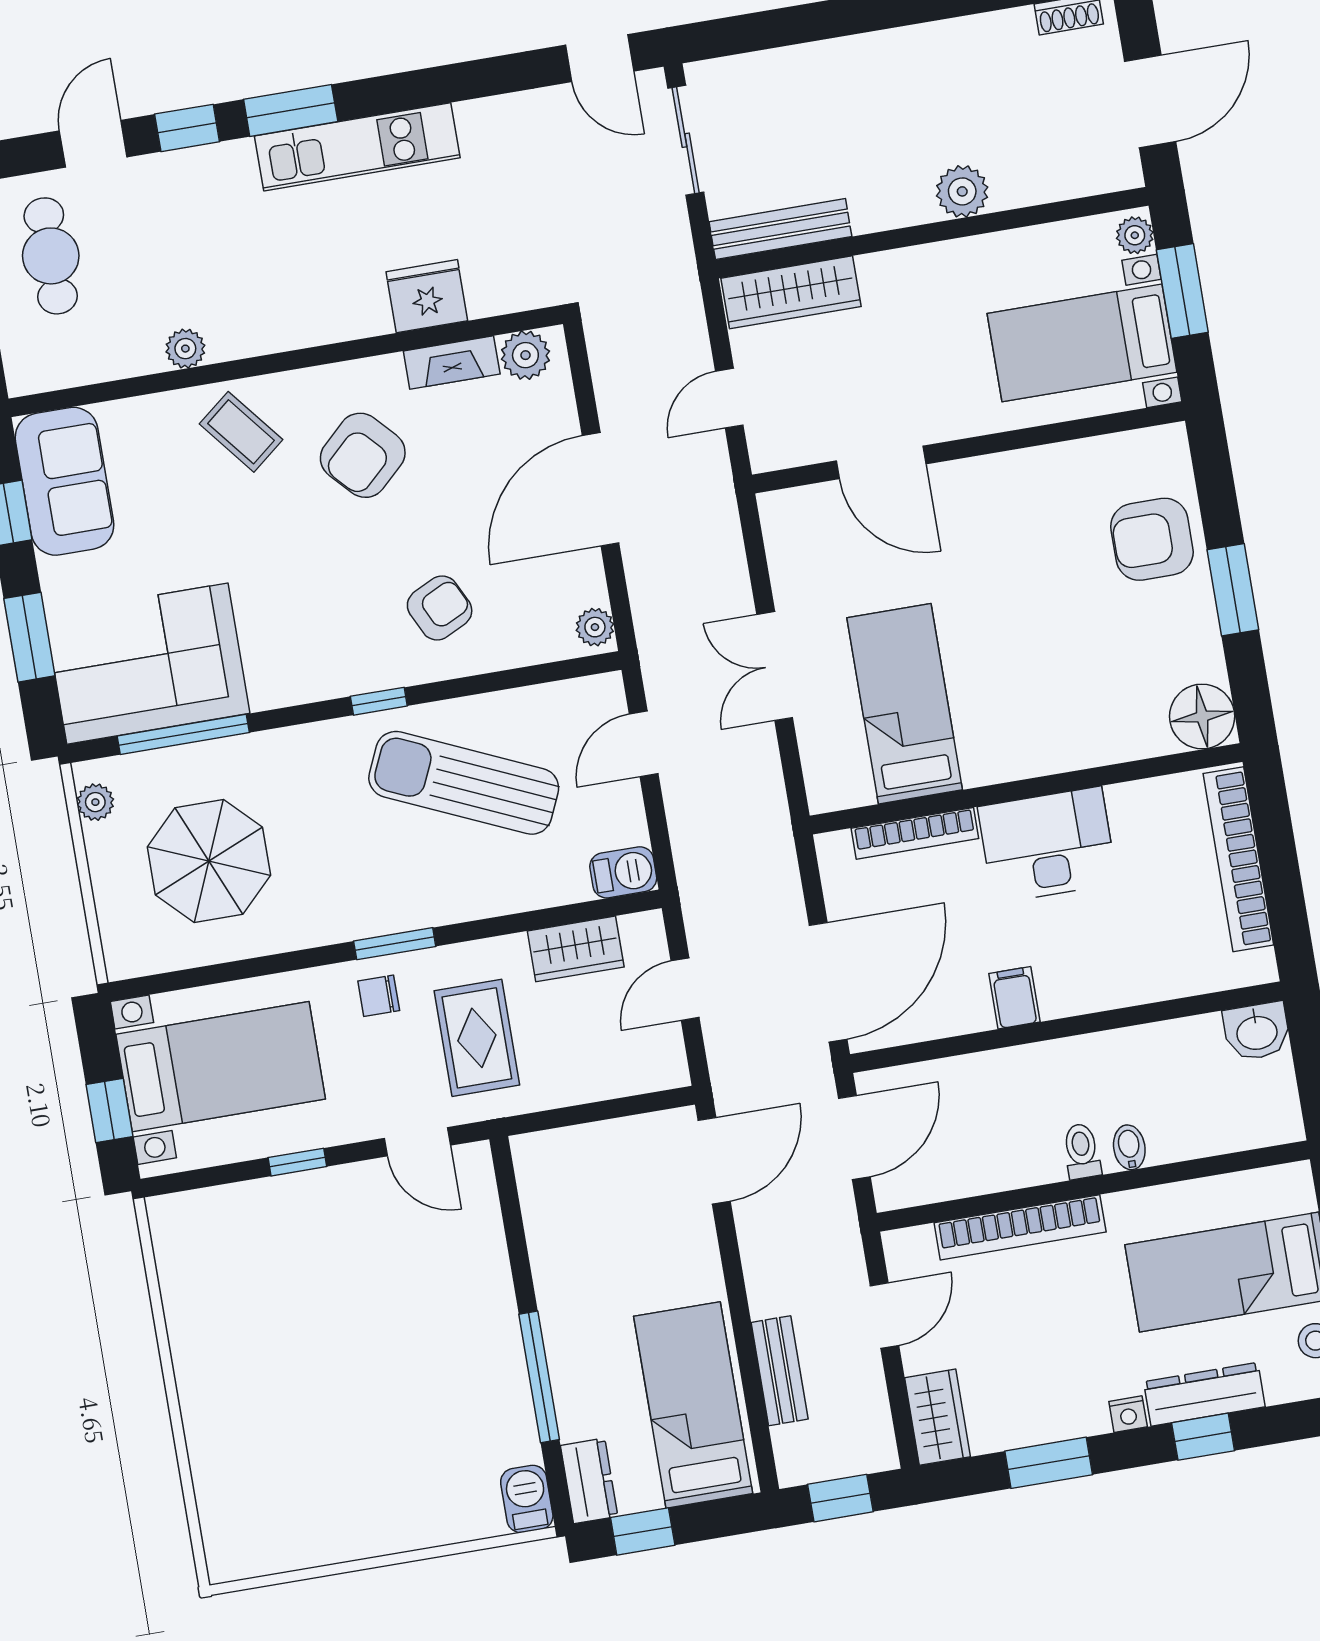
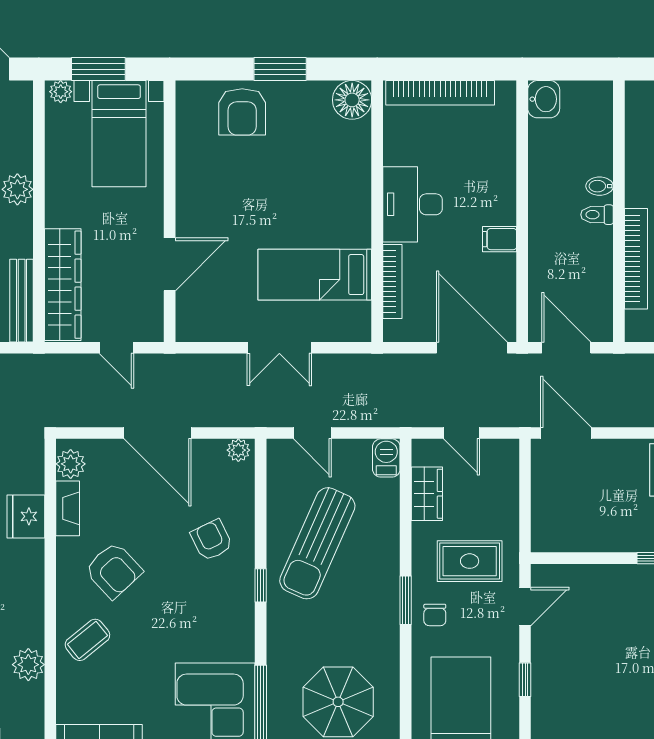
wardrobe: (791, 292) -> (63, 285), width x1.40, depth x1.17
plant: (185, 349) -> (28, 665), width x1.38, depth x1.38

